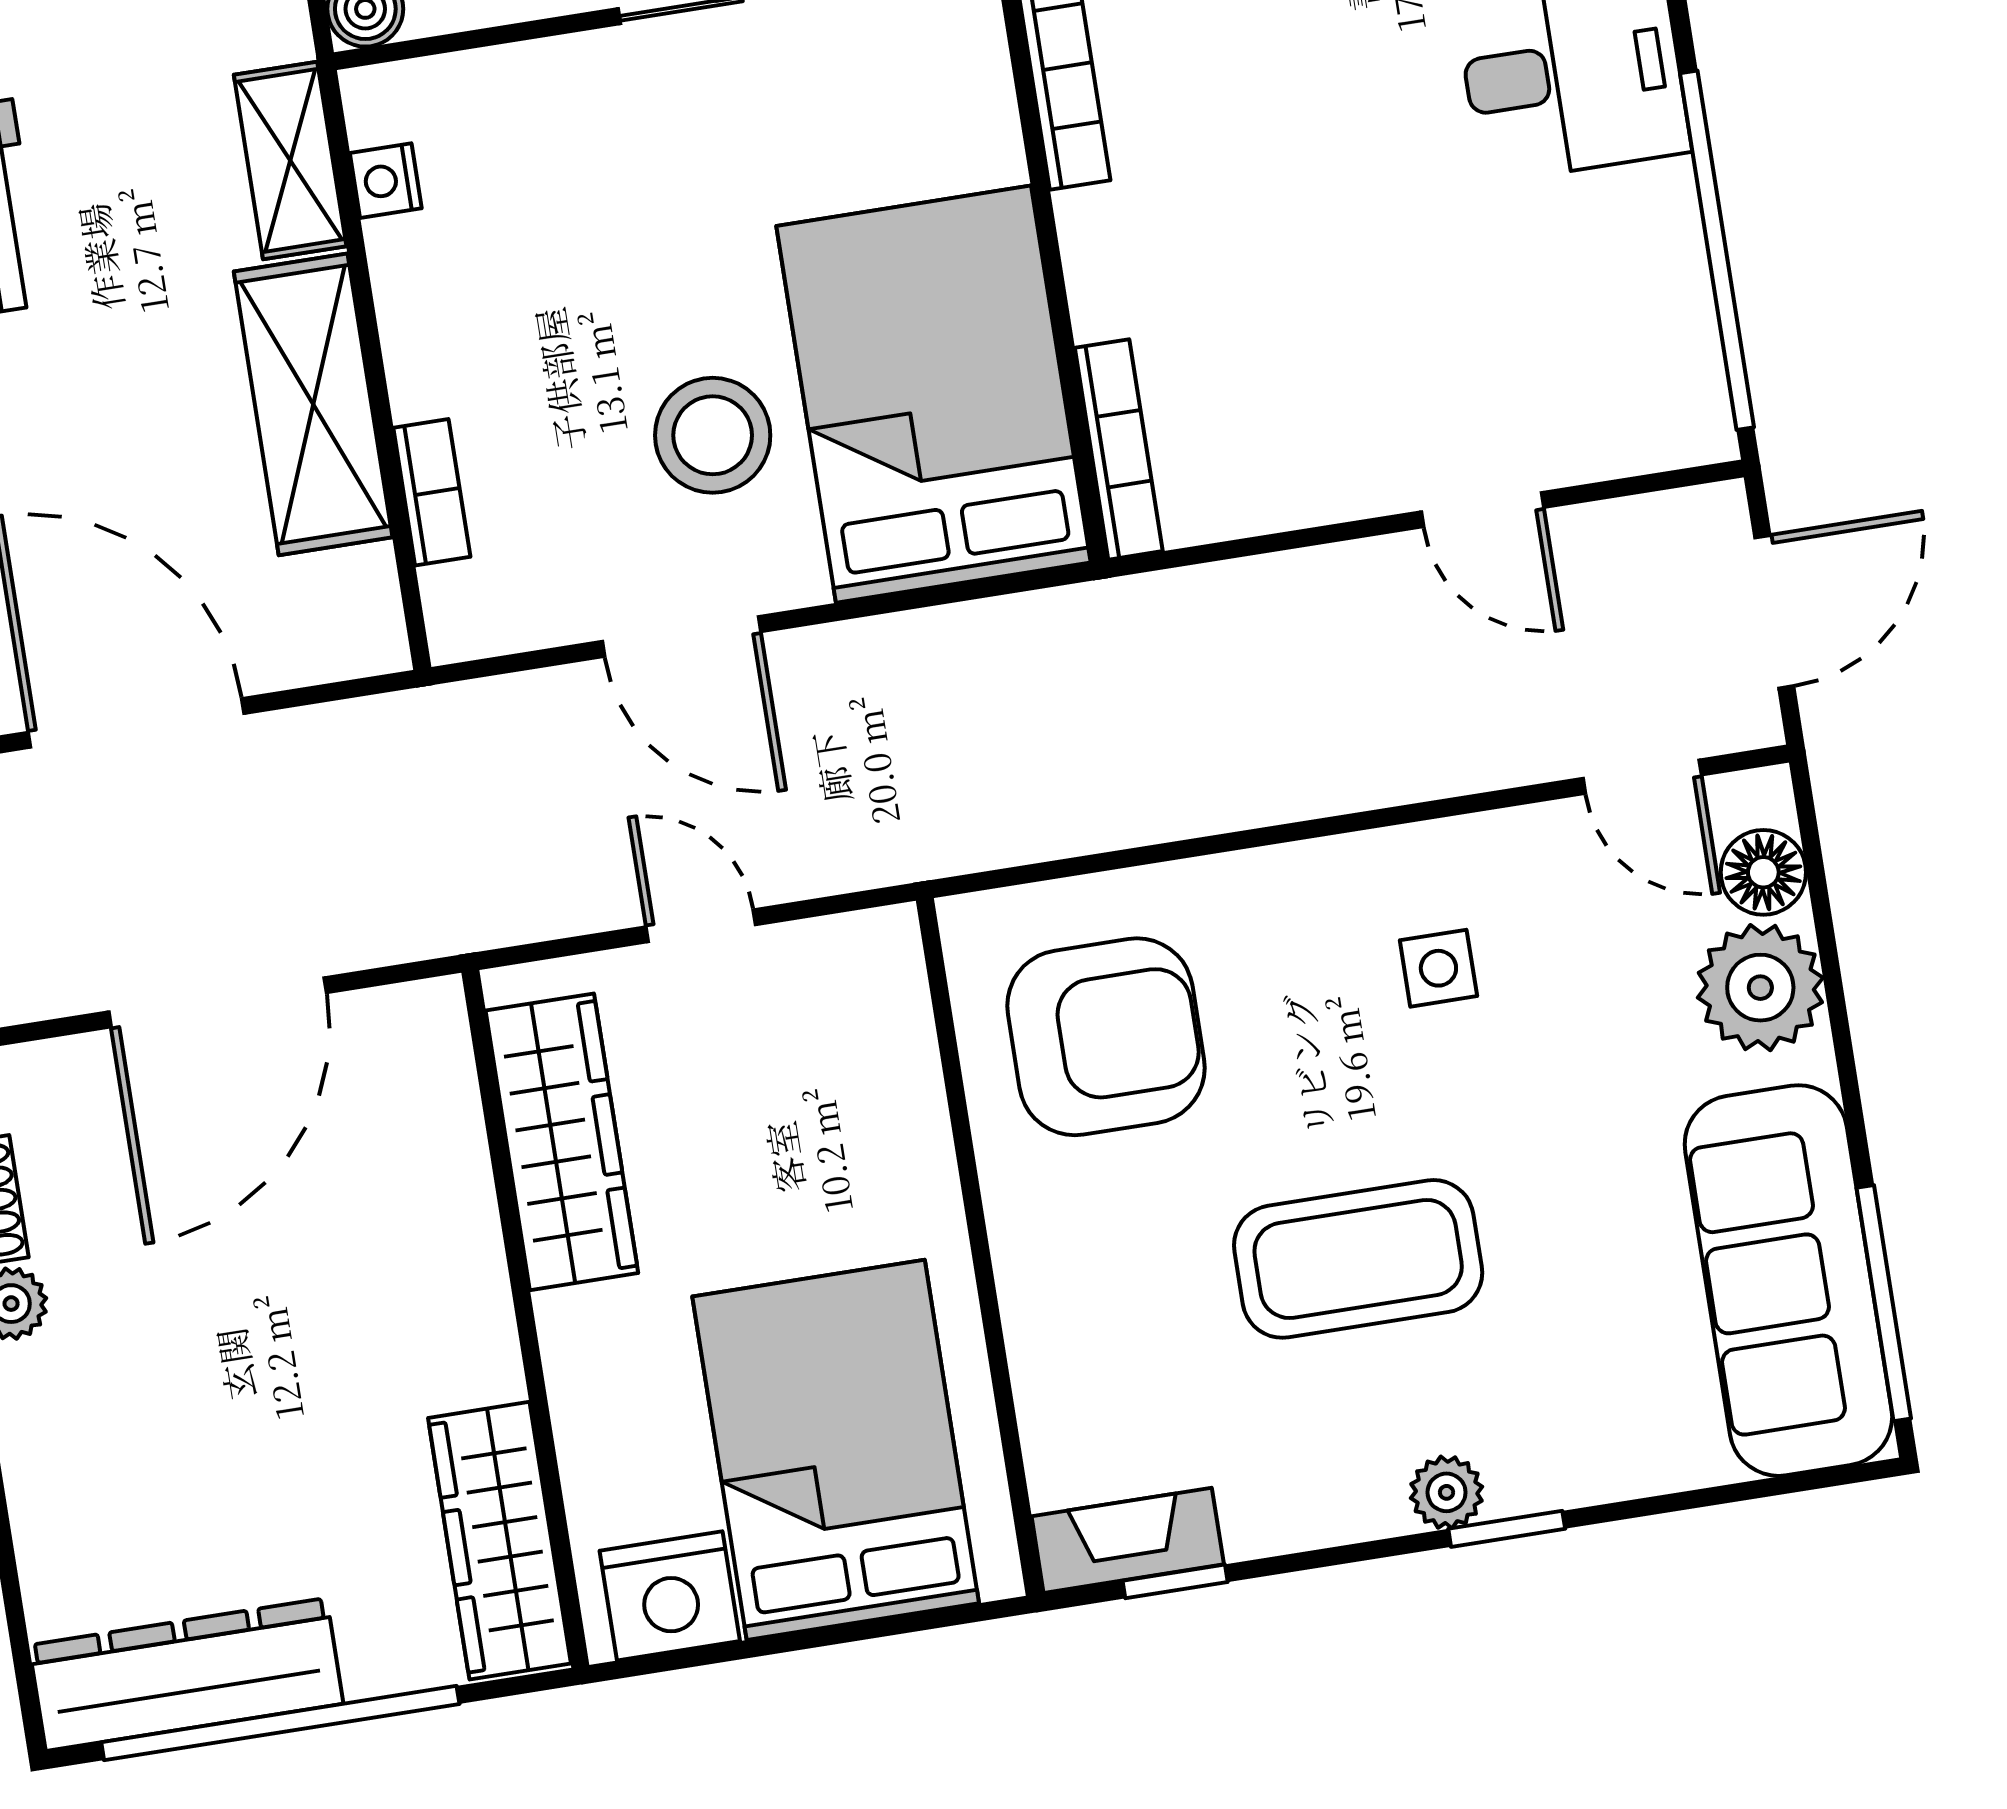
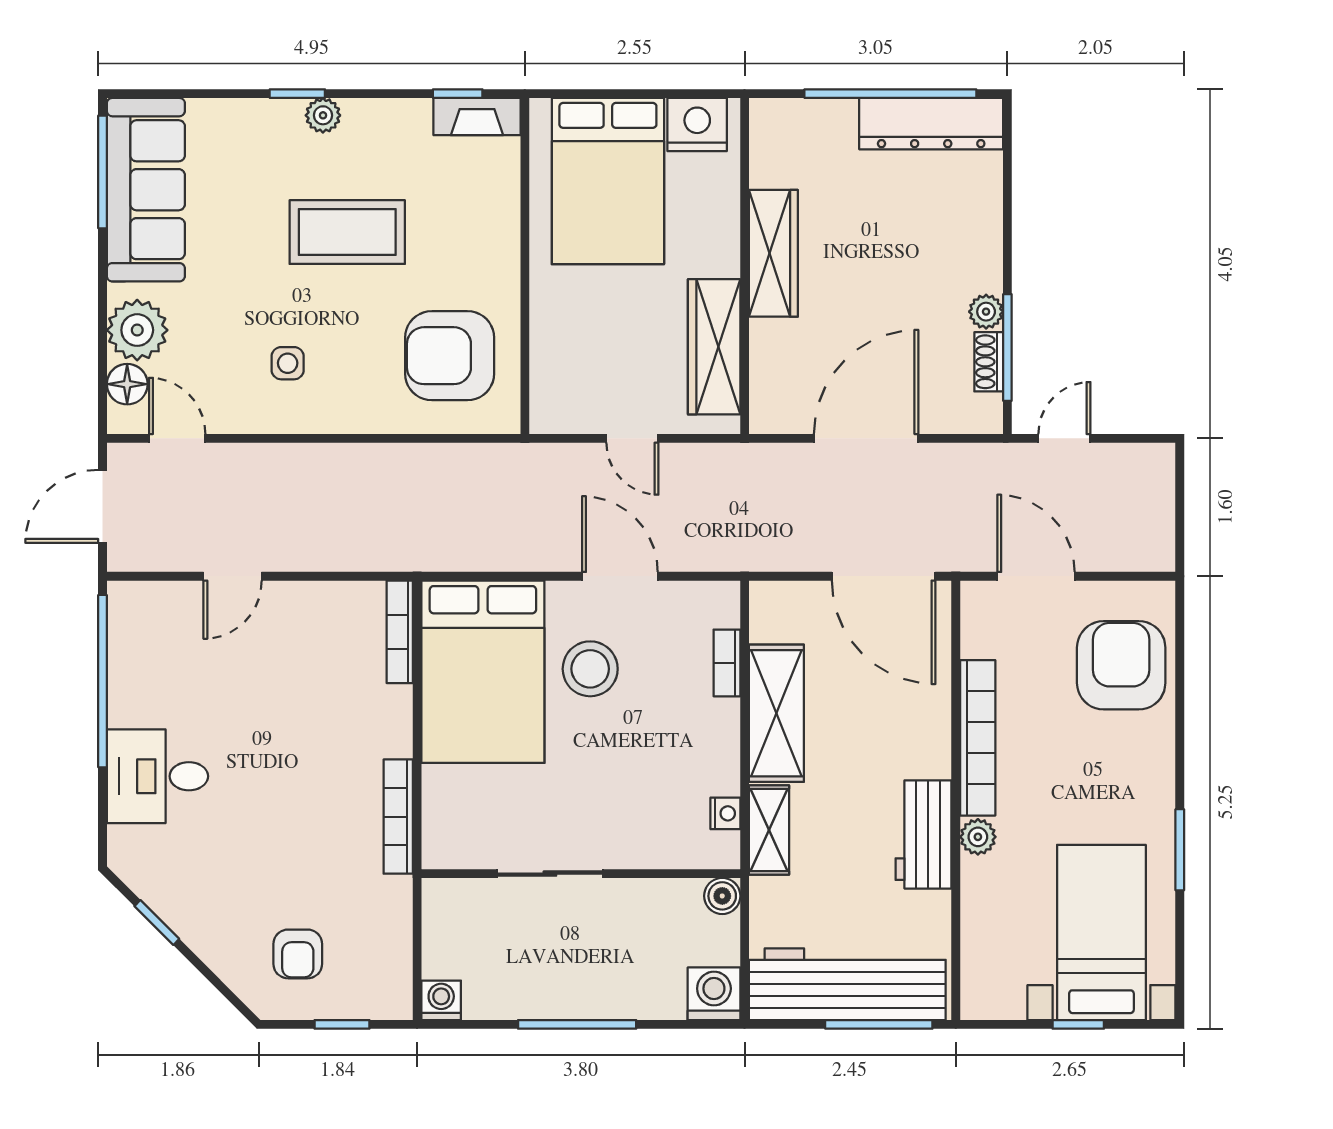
door: (1483, 510) -> (233, 576), swing flipped
wardrobe: (499, 1541) -> (773, 253), moved

